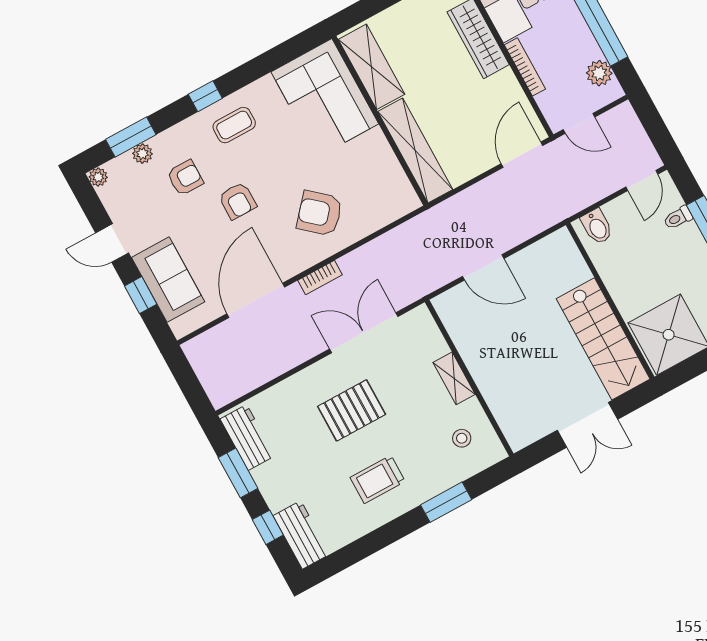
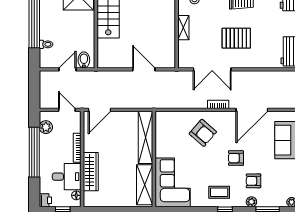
plant: (142, 154) -> (251, 202), moved
door: (642, 181) -> (67, 69), moved
armchair: (238, 201) -> (236, 158), turned -90

